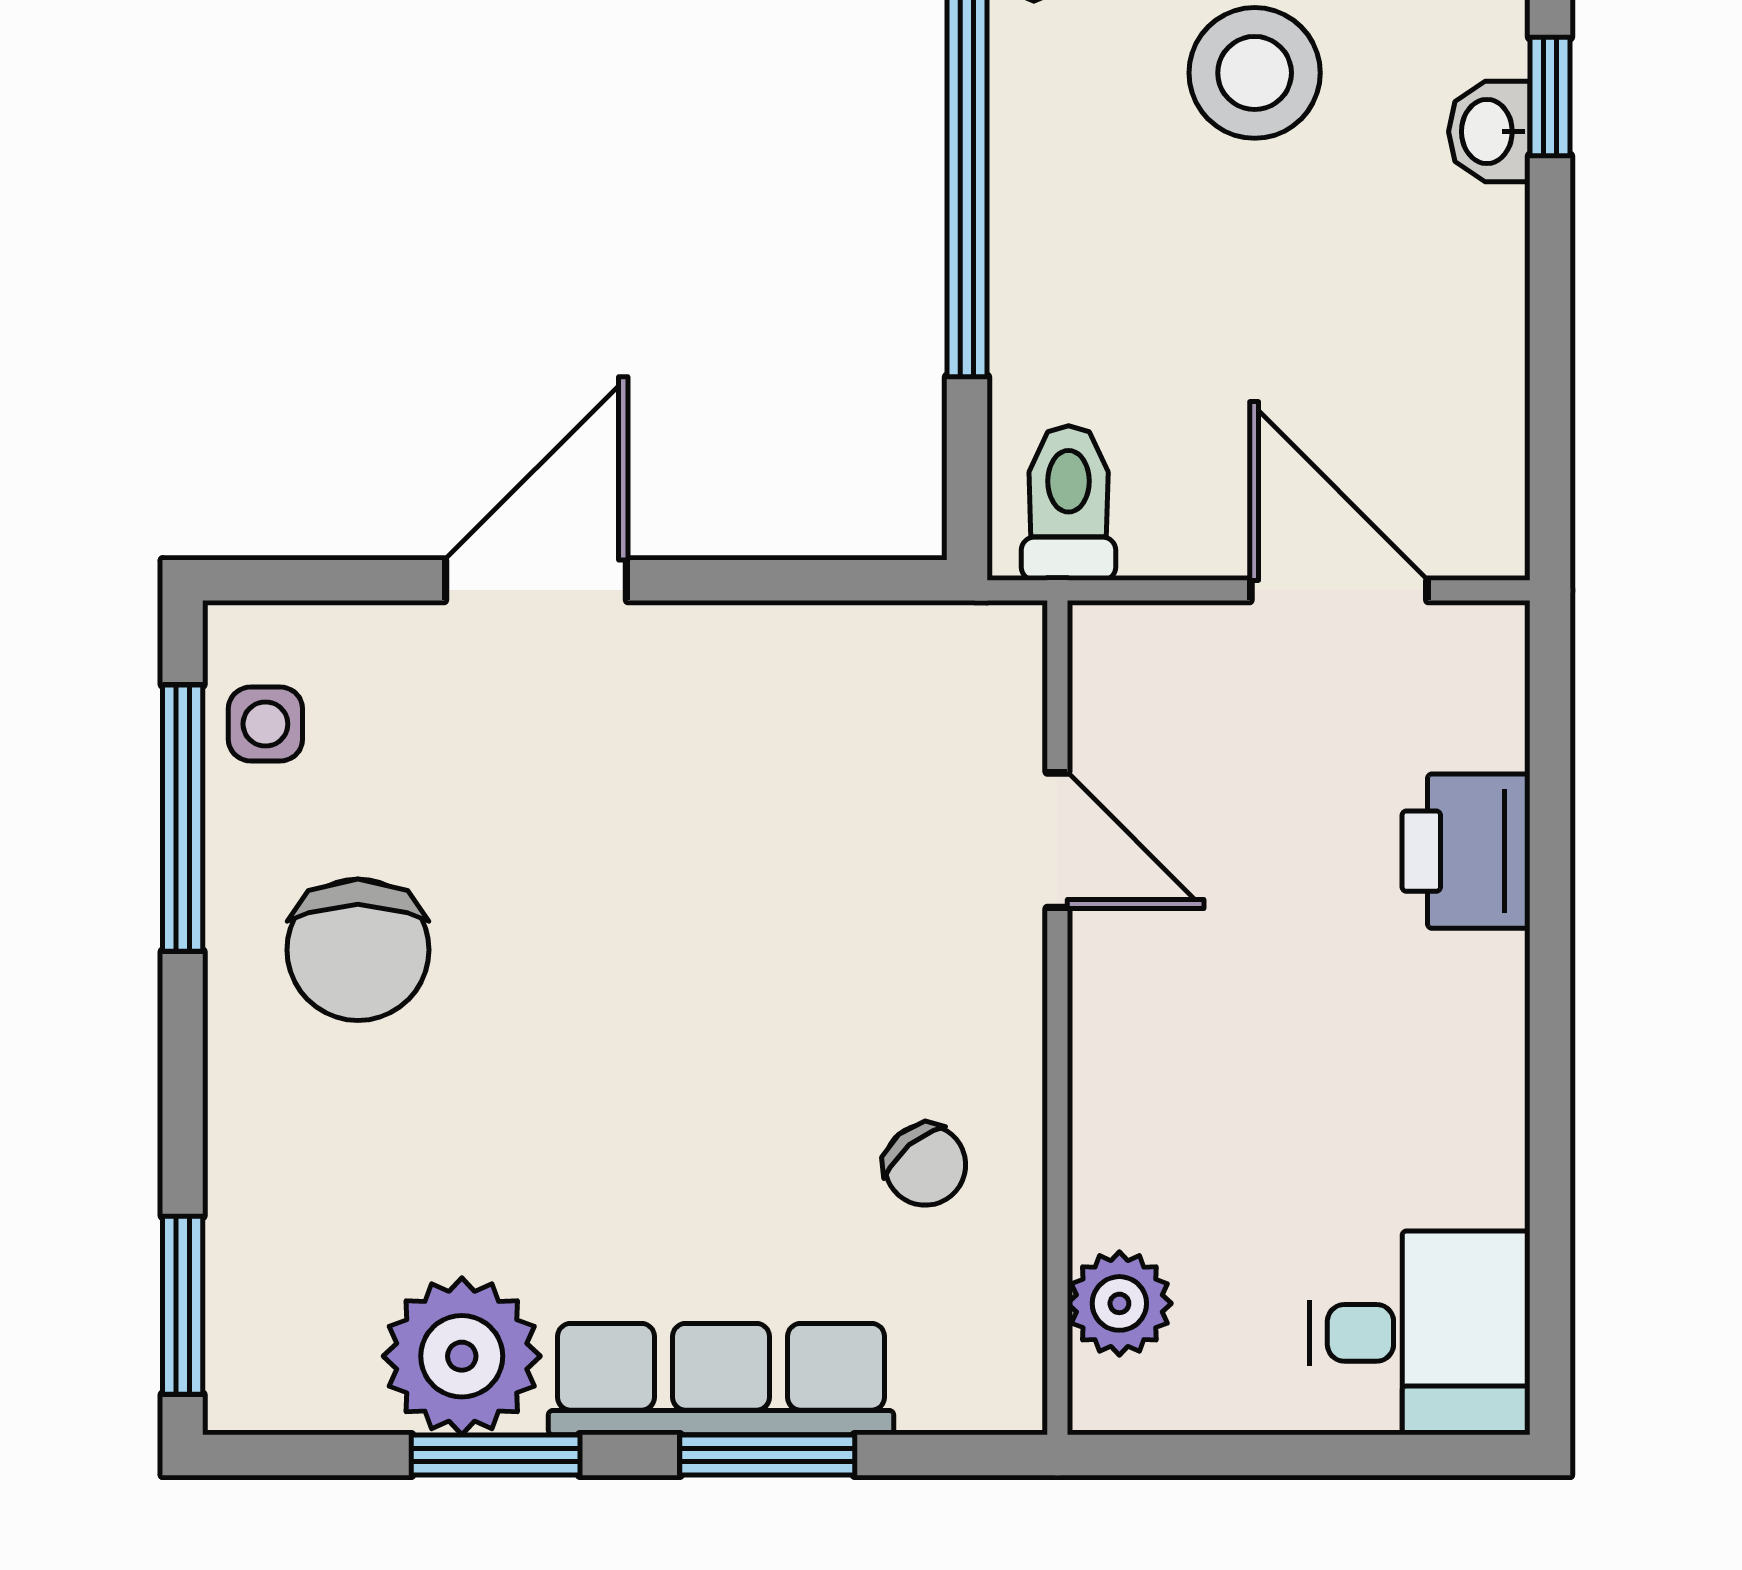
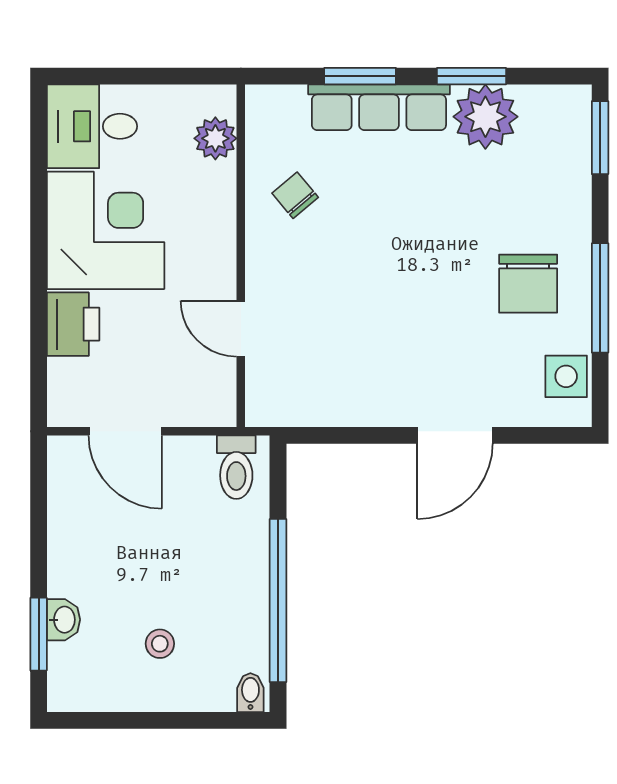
stool: (1255, 73) -> (160, 644), width x0.53, depth x0.53
window: (1550, 96) -> (39, 634), width x1.50
side table: (265, 724) -> (566, 376), width x1.37, depth x1.37
window: (183, 818) -> (600, 298), moved
chair: (358, 950) -> (528, 284), turned 180
corner desk: (1387, 1080) -> (106, 230), added

